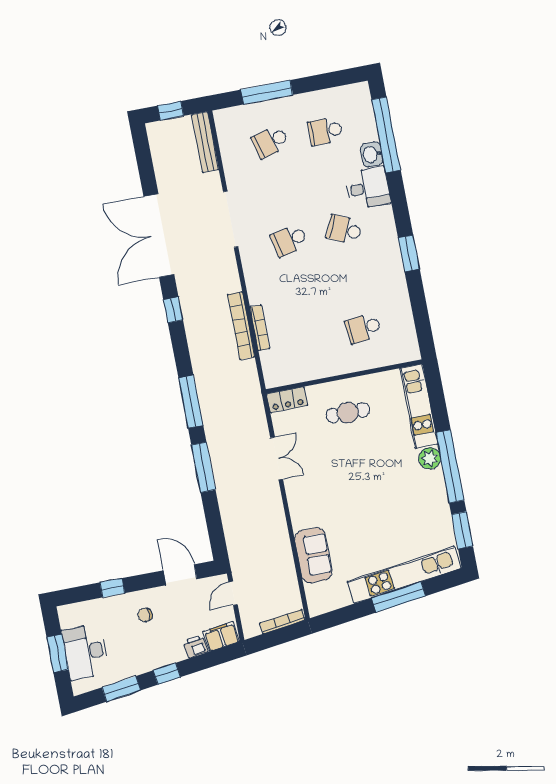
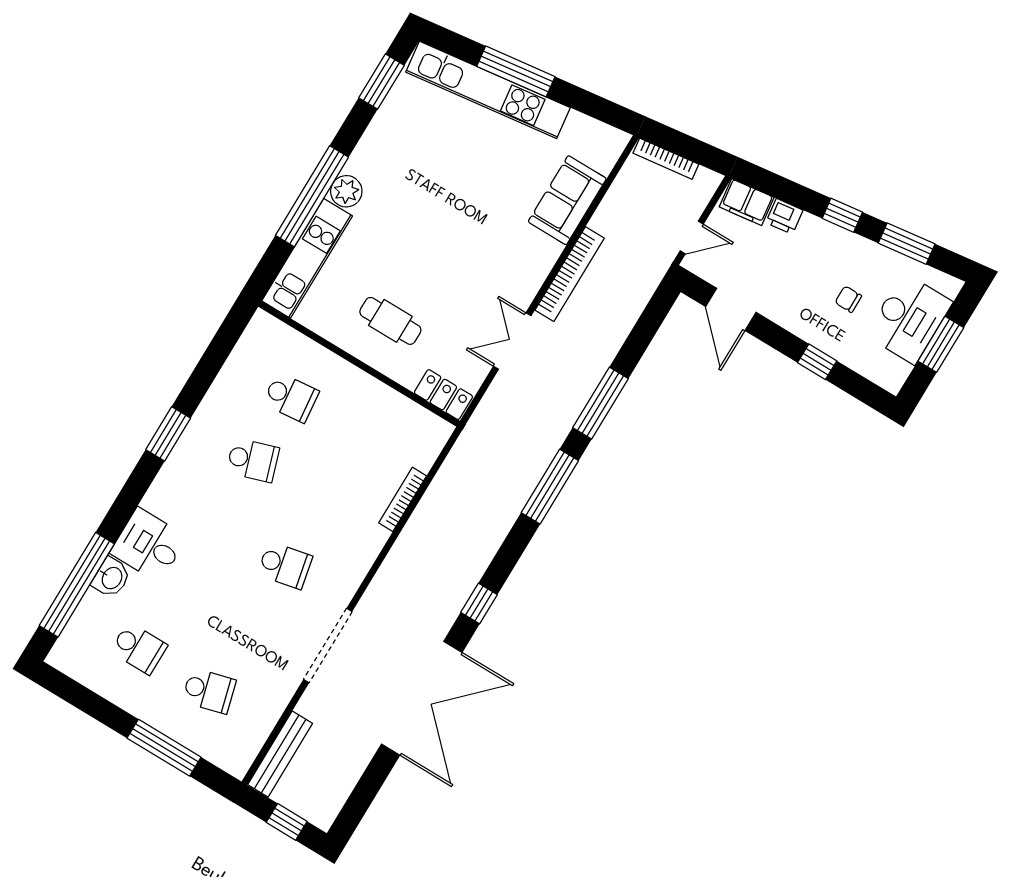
school desk: (344, 230) -> (253, 460), moved, turned -42
bookcase: (241, 326) -> (570, 274), moved
window: (450, 466) -> (312, 196), moved
chair: (145, 615) -> (848, 299), moved, turned 180

